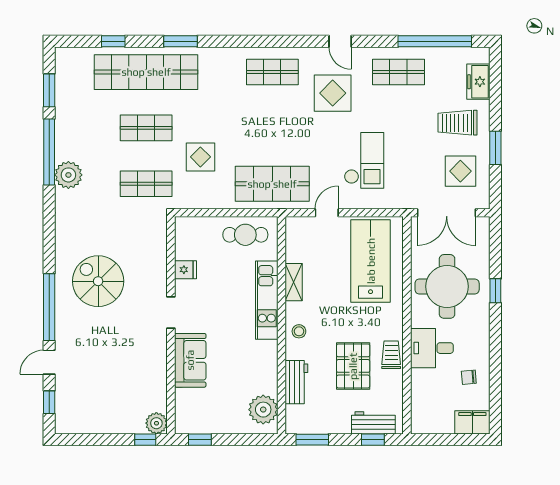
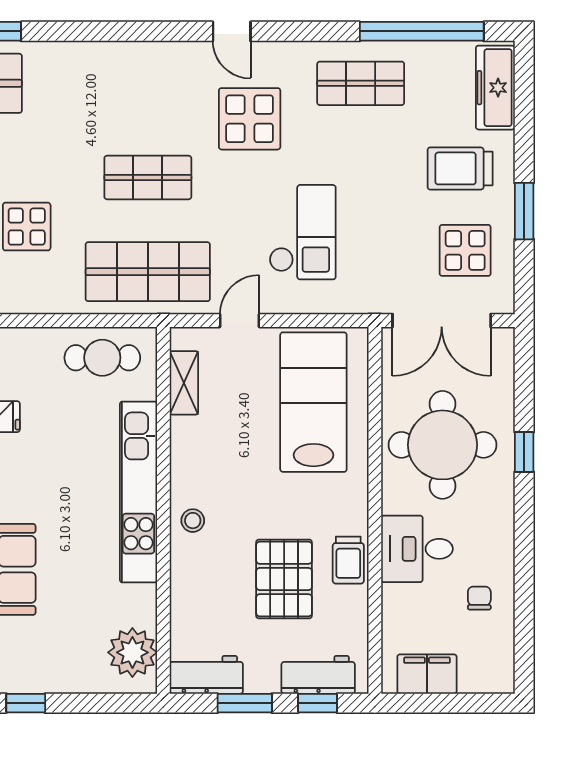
door: (340, 41) -> (232, 31), moved
shop shelf: (272, 72) -> (148, 177), moved
freezer: (478, 82) -> (495, 88), width x1.40
shelving: (294, 282) -> (184, 383), moved
kitchen unit: (267, 300) -> (138, 492), width x1.36
trolley: (391, 355) -> (348, 560), turned 180
chair: (469, 377) -> (479, 598), turned 95
workbench: (296, 382) -> (206, 675), moved, turned -90
filing cabinet: (472, 422) -> (427, 674), moved
window: (312, 440) -> (245, 703), moved

